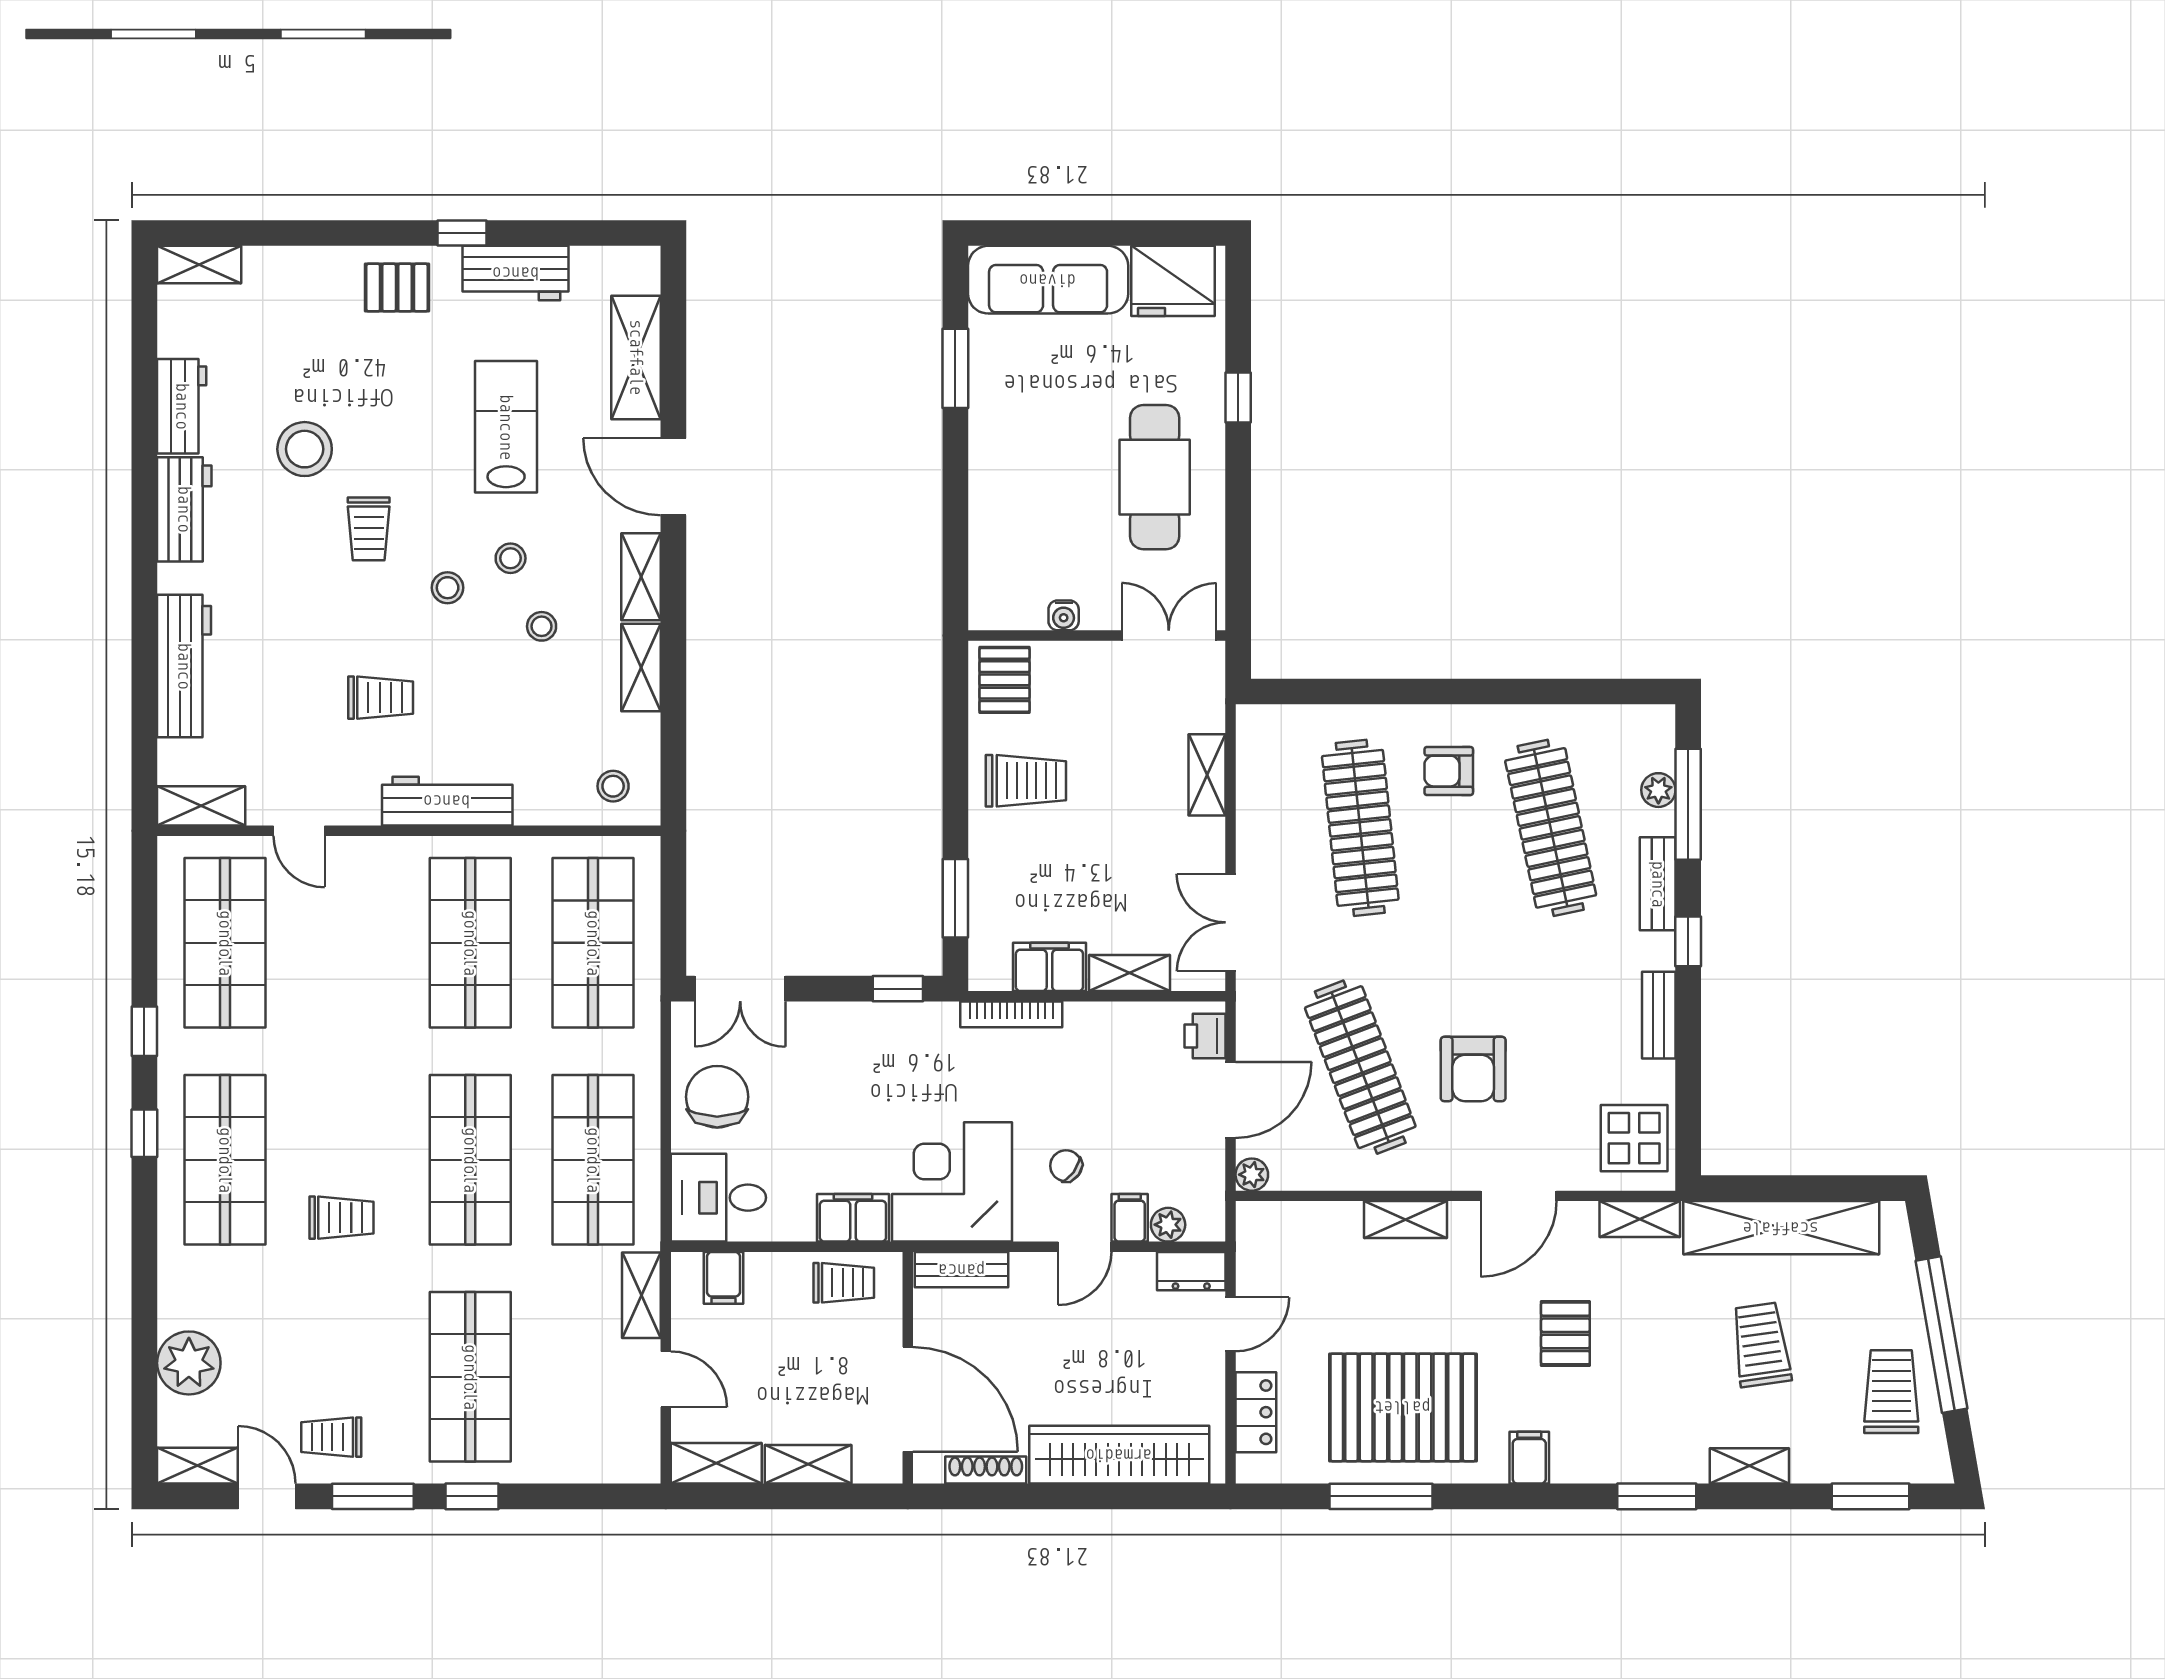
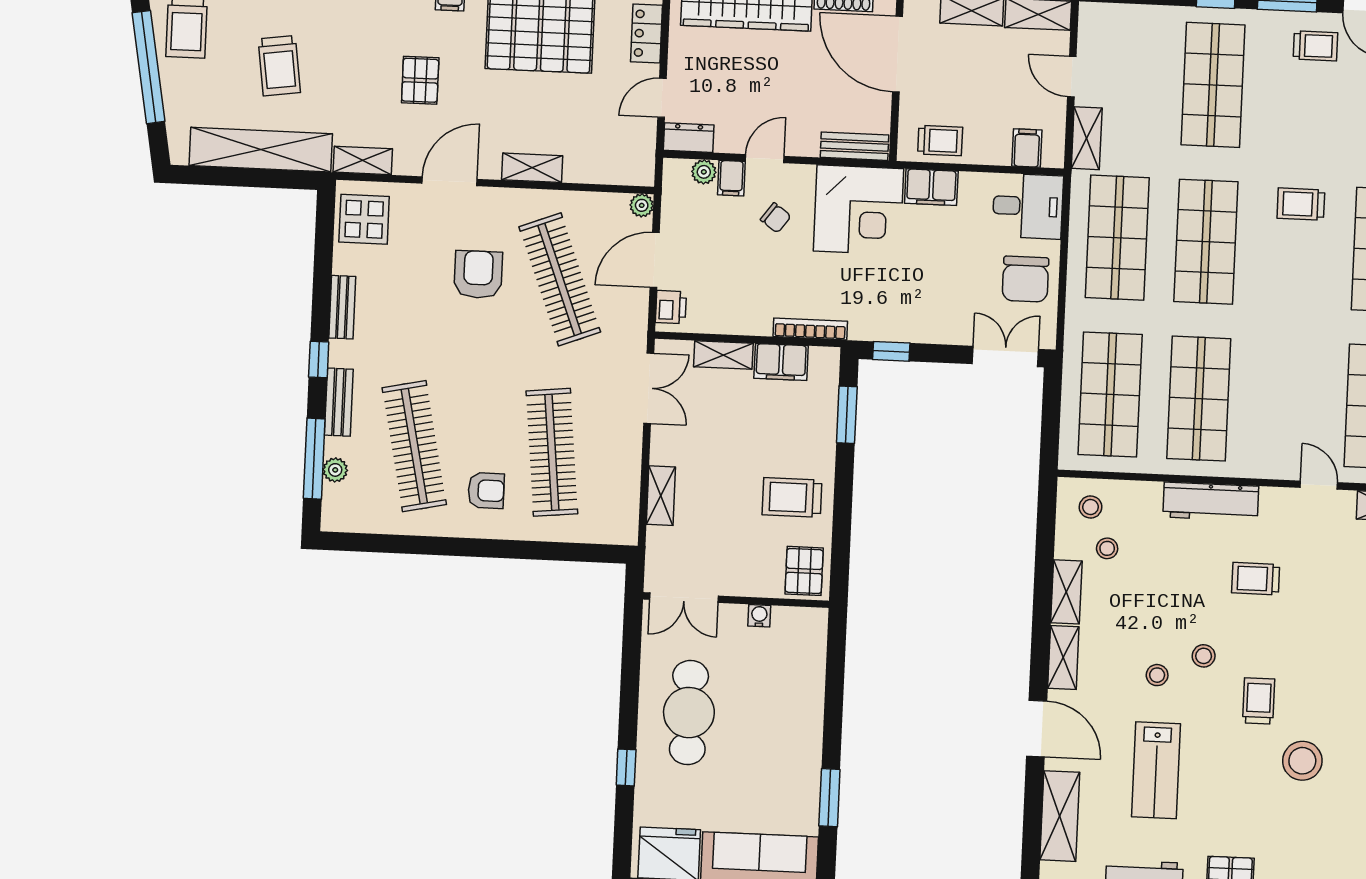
stool: (542, 626) -> (1107, 548), moved
trolley: (844, 1283) -> (940, 141), turned 180

